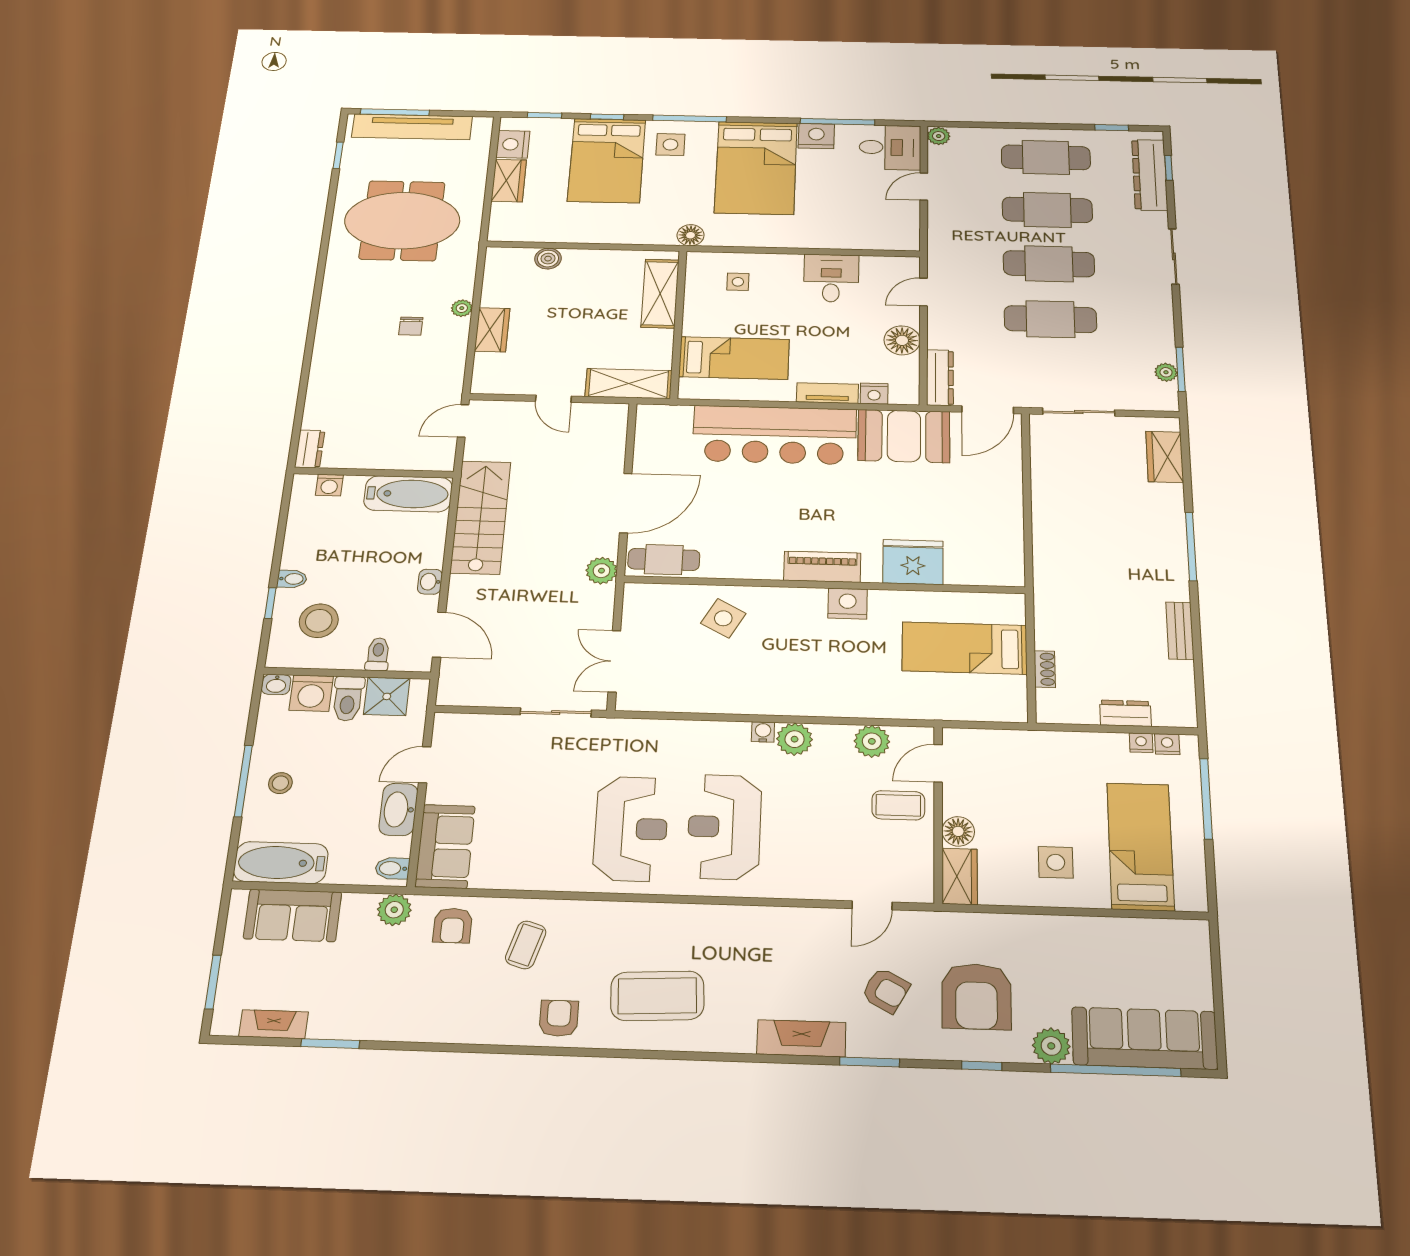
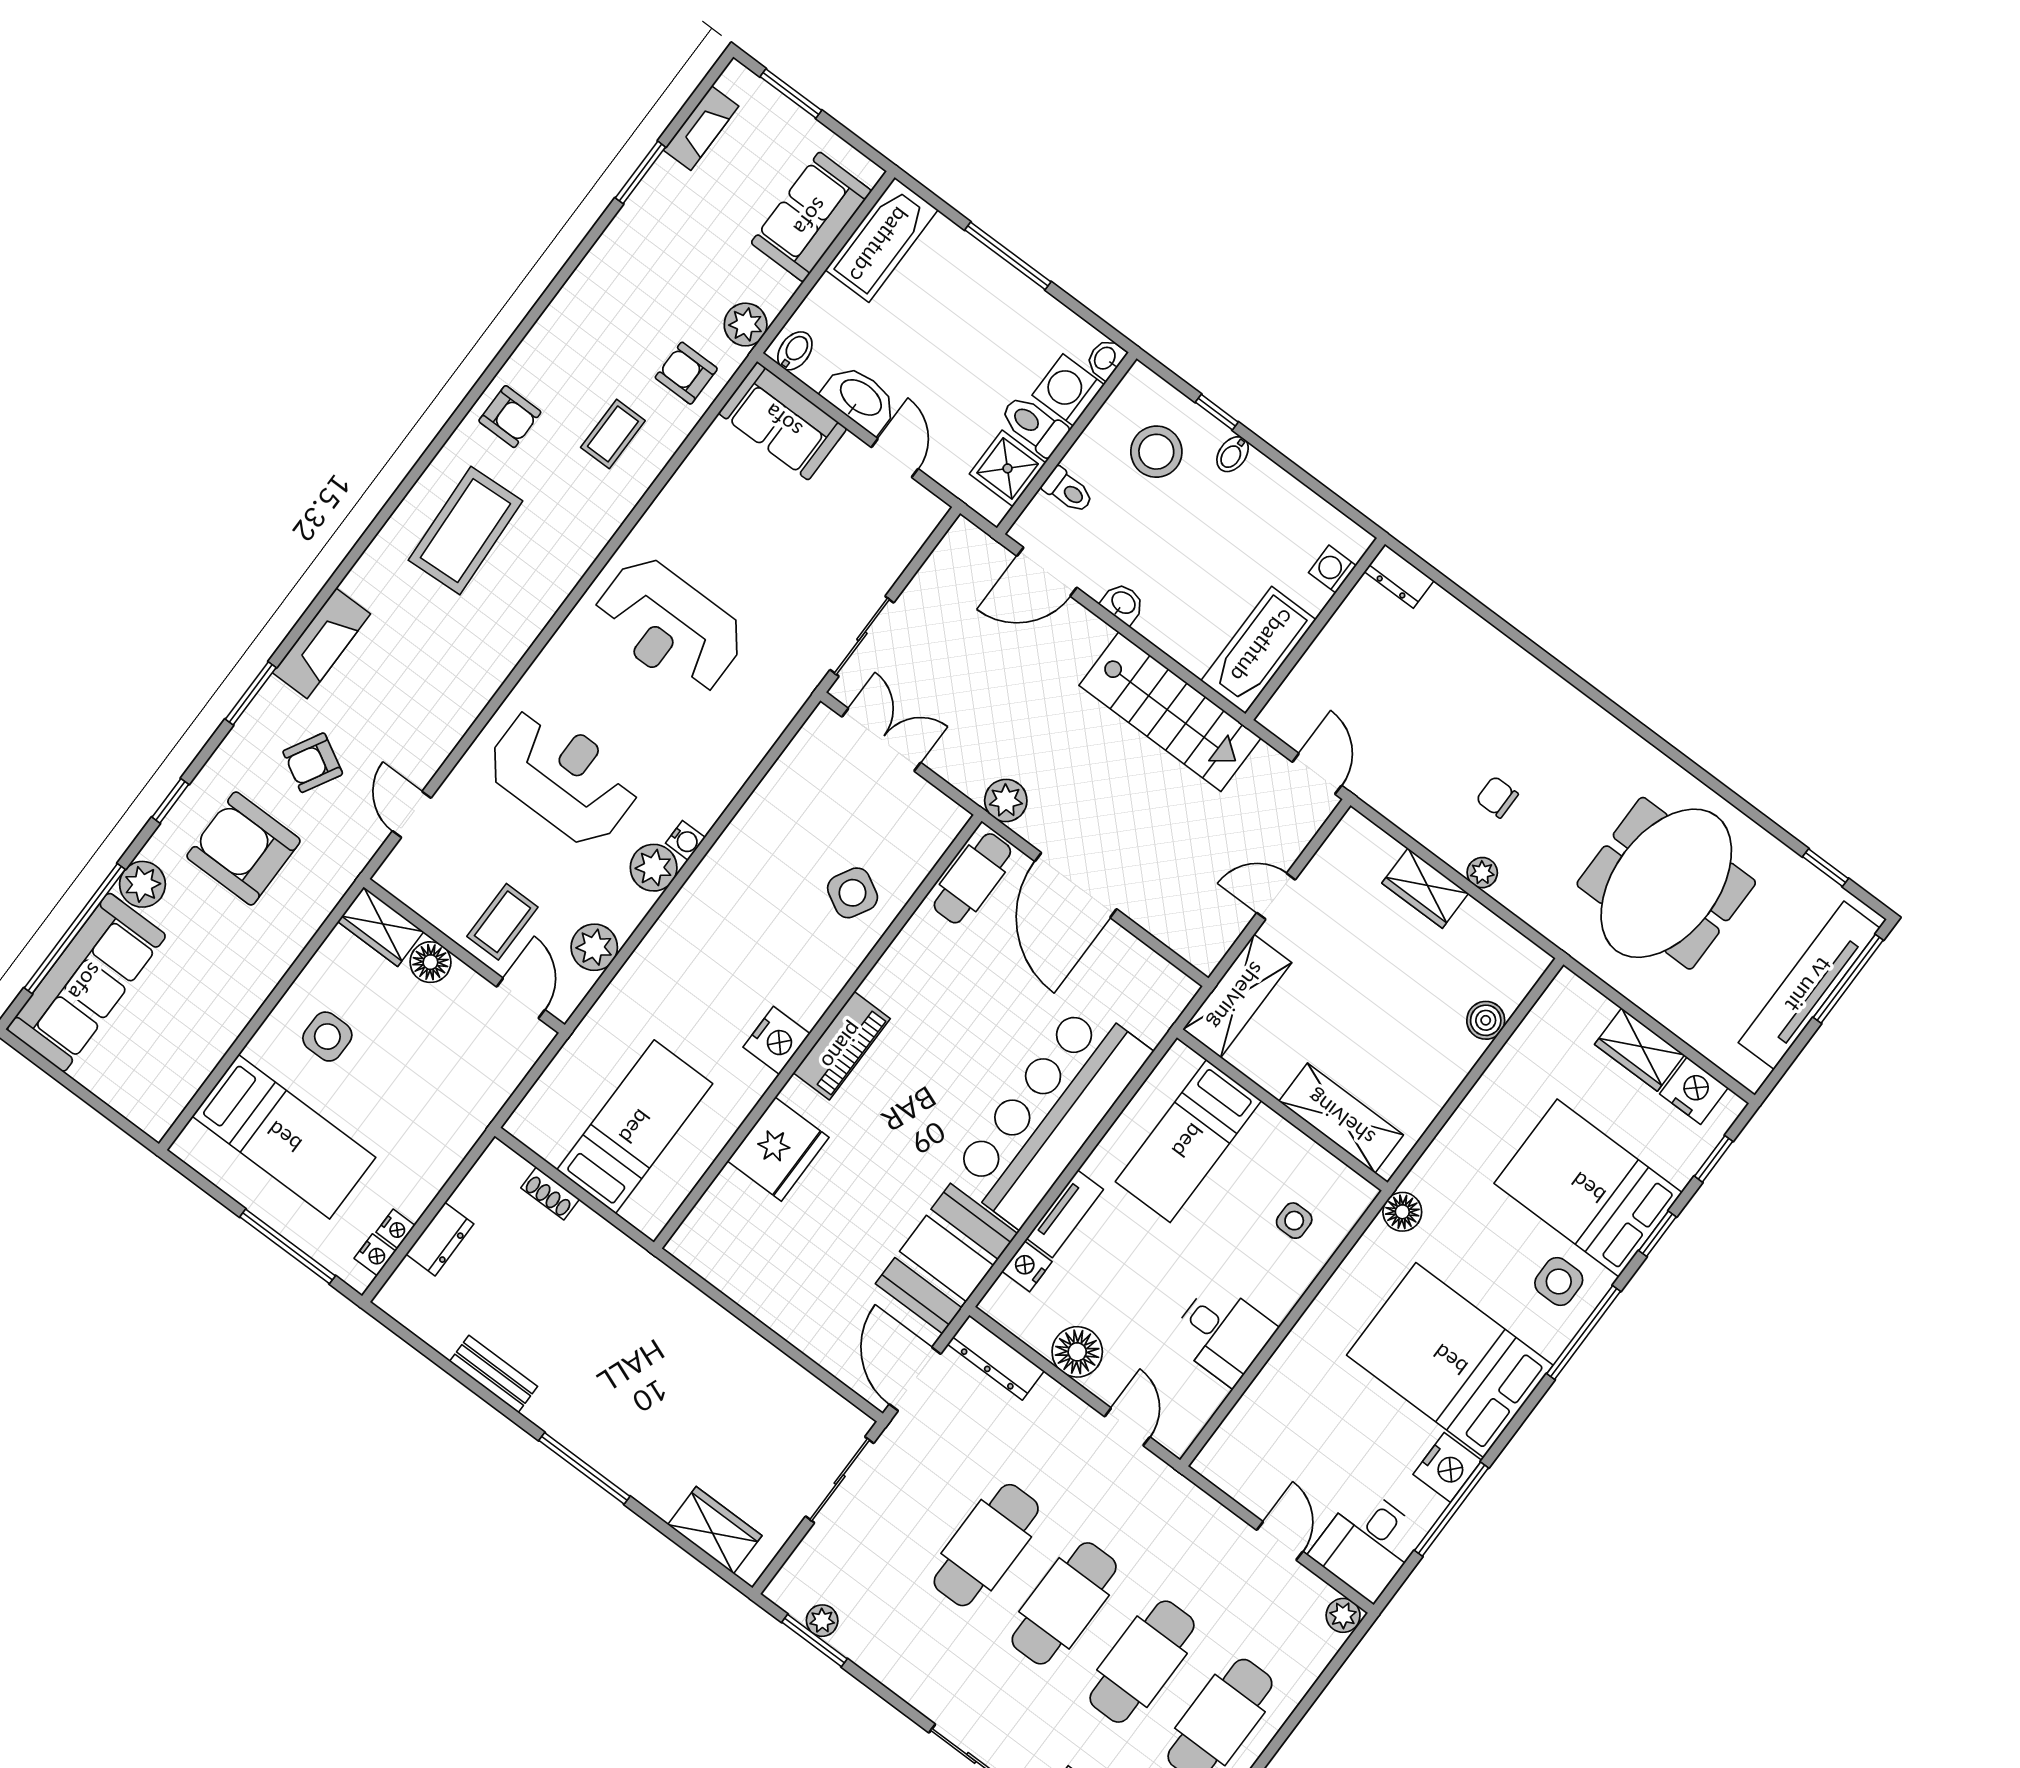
stool: (280, 783) -> (978, 293), removed
reception desk: (724, 827) -> (563, 776), moved
coffee table: (526, 945) -> (613, 434), turned 73

